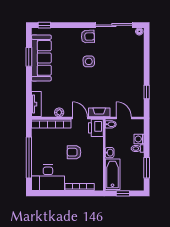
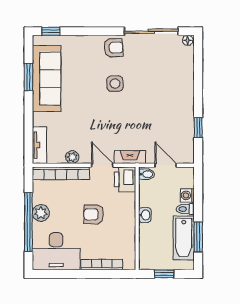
plant: (37, 151) -> (41, 213), added
bathtub: (113, 174) -> (184, 238), moved, turned 180

